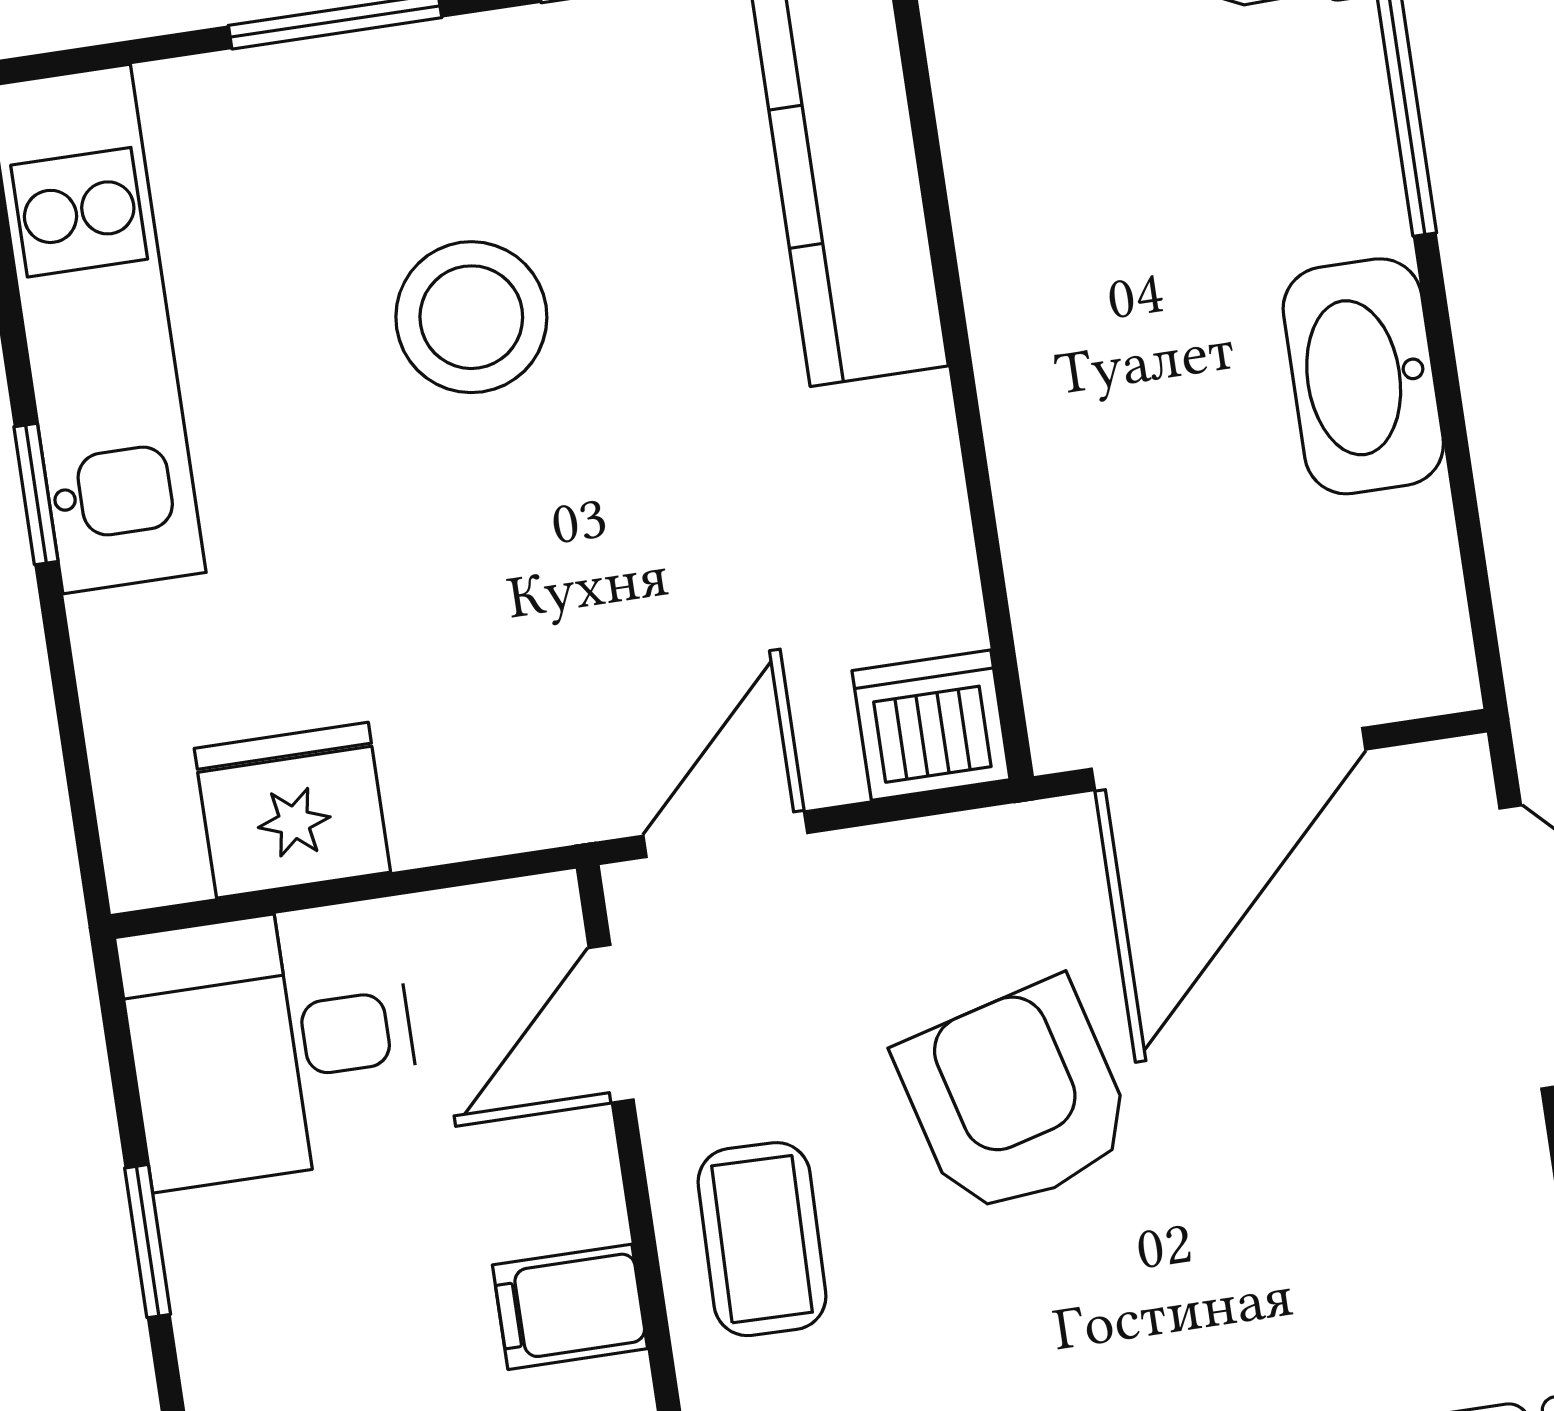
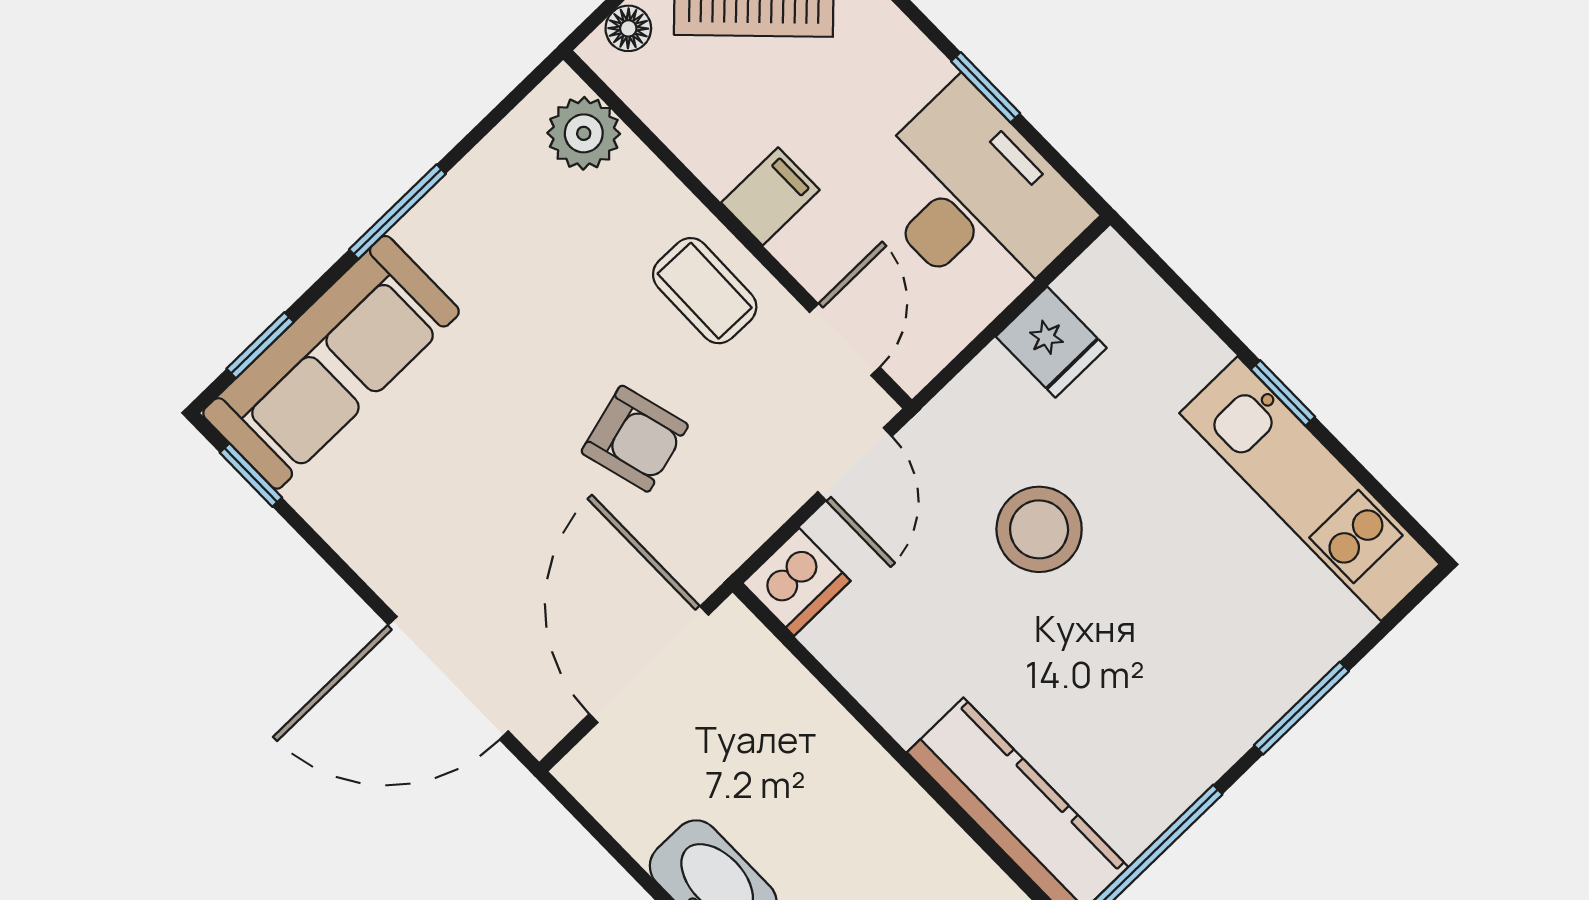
stool: (471, 317) -> (1039, 529), moved
fridge: (292, 810) -> (1051, 342), width x0.72
desk: (271, 1045) -> (975, 199), width x1.37
armchair: (1016, 1098) -> (635, 439), width x0.72, depth x0.72

